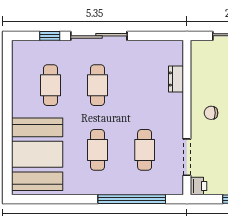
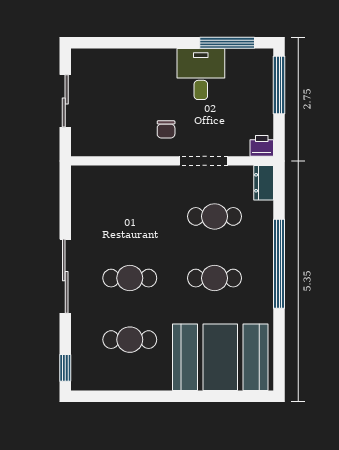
window: (50, 36) -> (65, 368), moved
dresser: (176, 79) -> (264, 183), moved, turned 90
doorway: (187, 157) -> (204, 161), moved
window: (132, 199) -> (279, 264), moved

